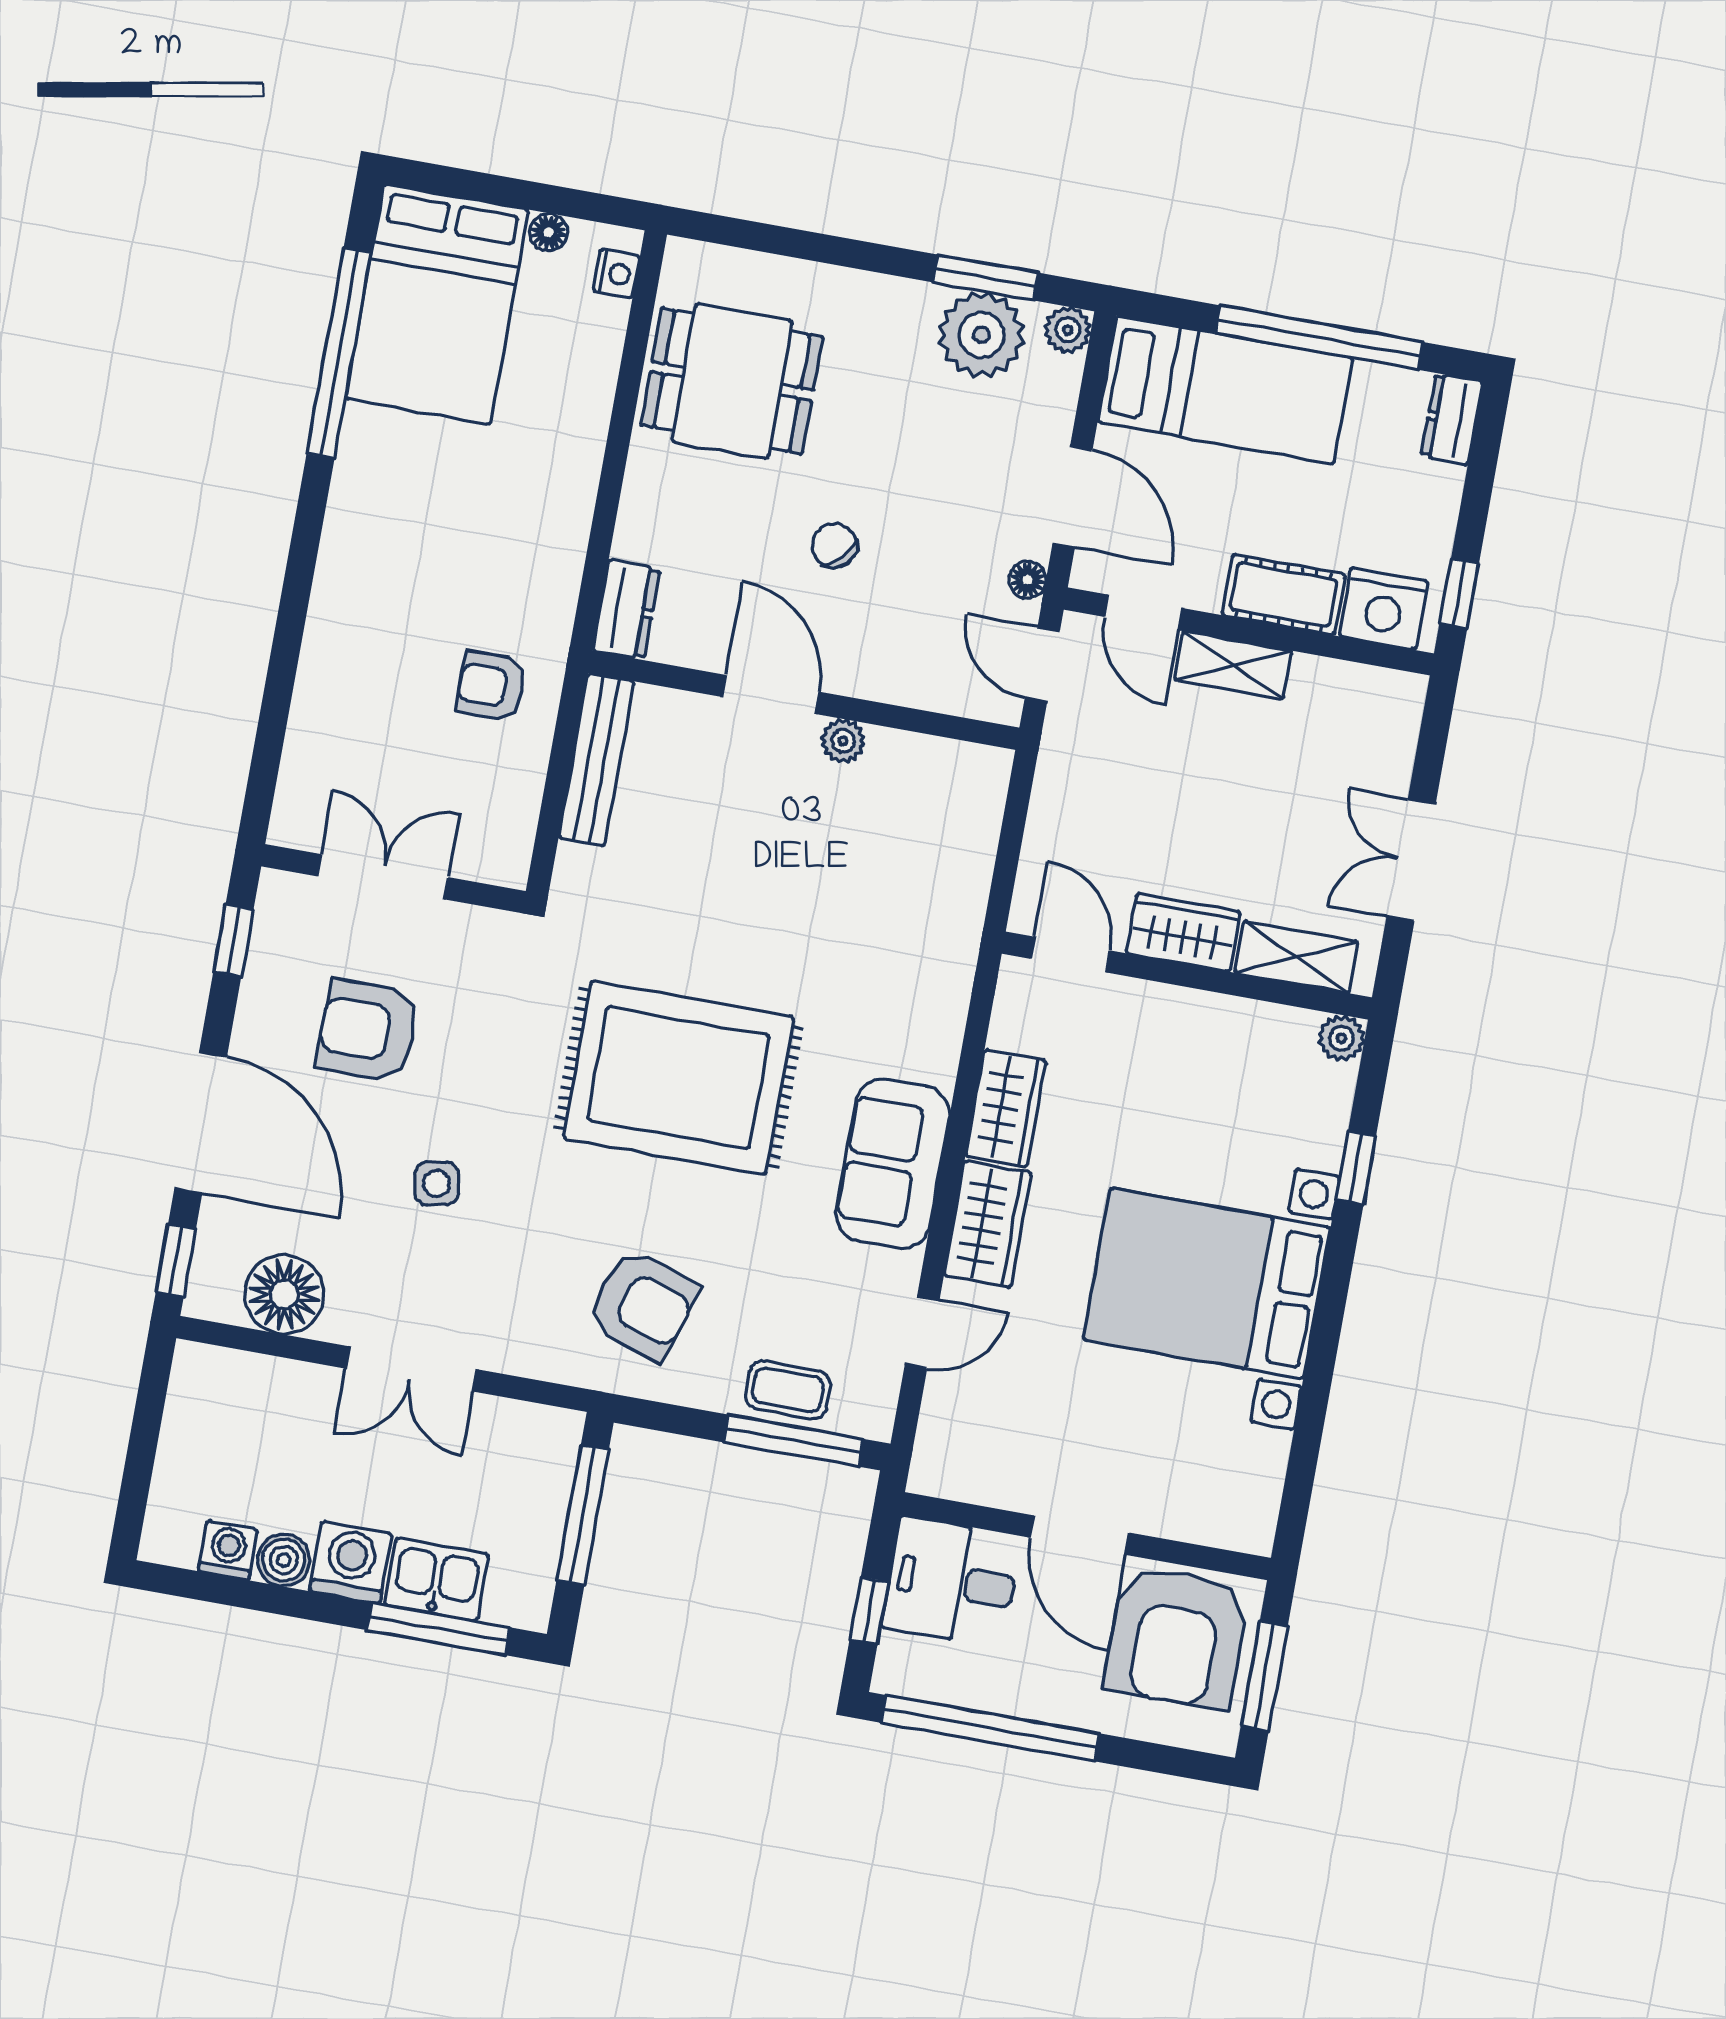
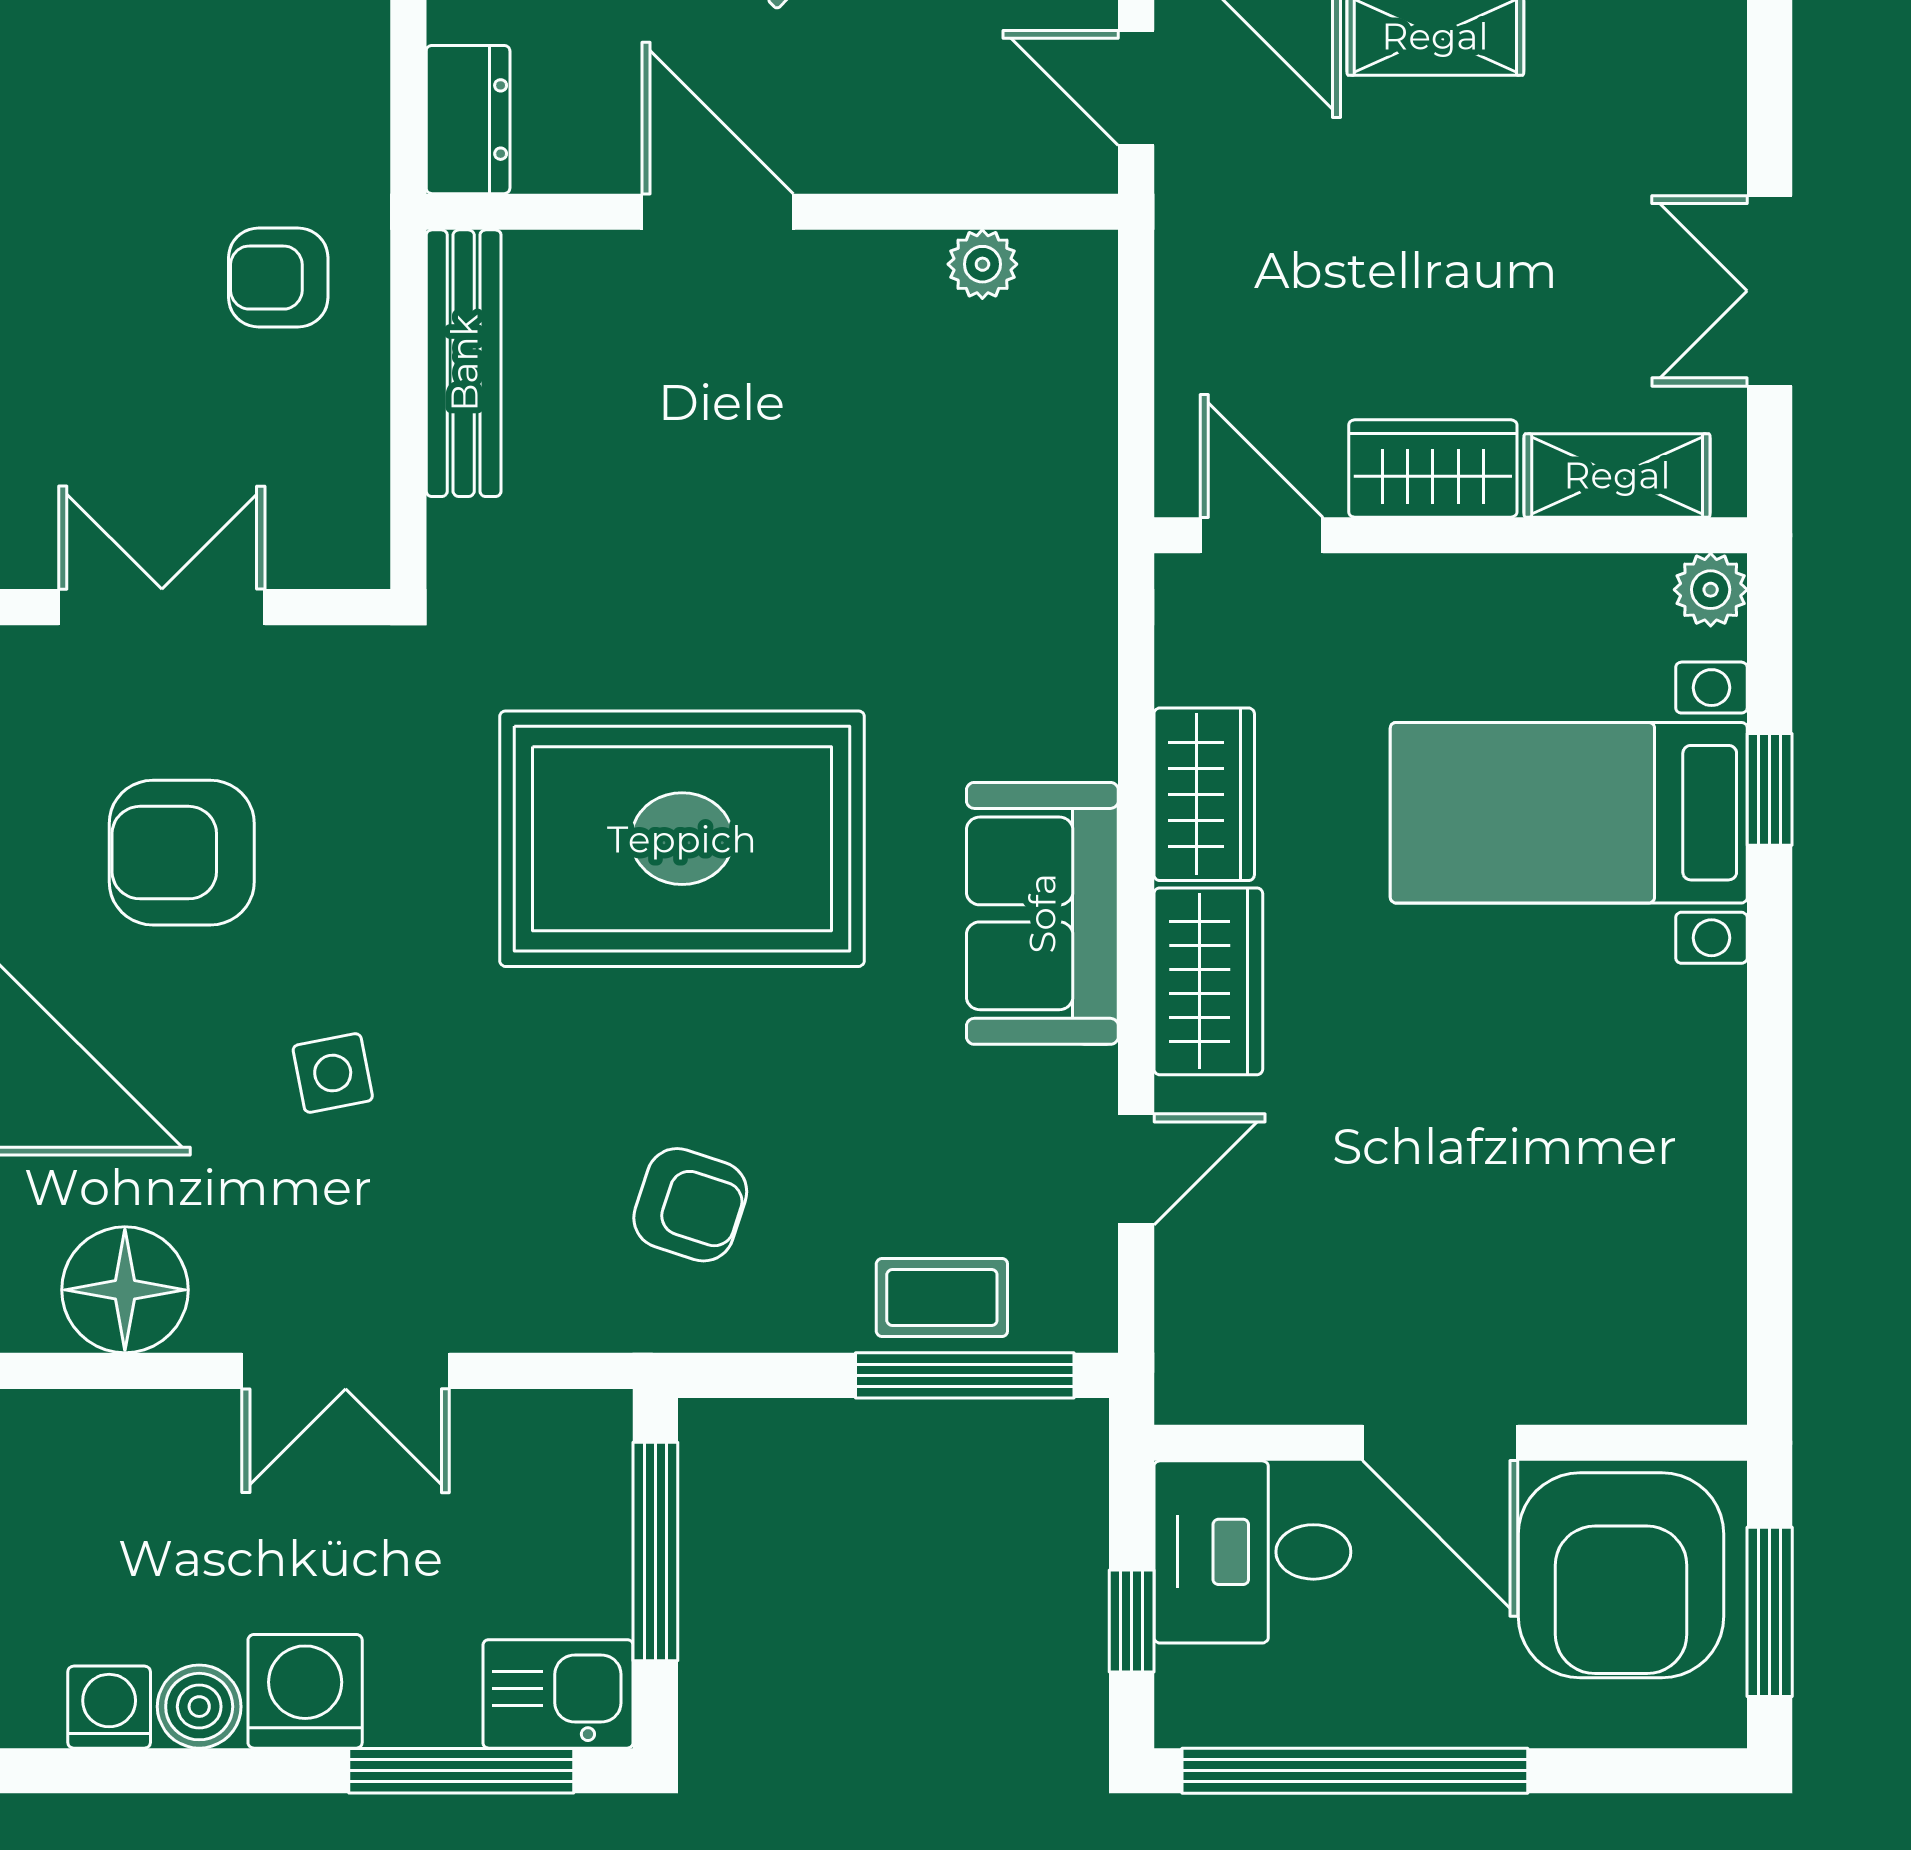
plant: (843, 741) -> (982, 264), moved
bed with nightstands: (1207, 1283) -> (1569, 813), moved, width x0.73
armchair: (643, 1305) -> (690, 1205), width x0.72, depth x0.72
kitchen sink: (436, 1579) -> (558, 1694), moved

